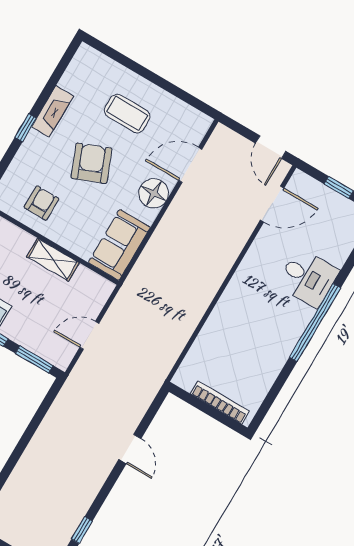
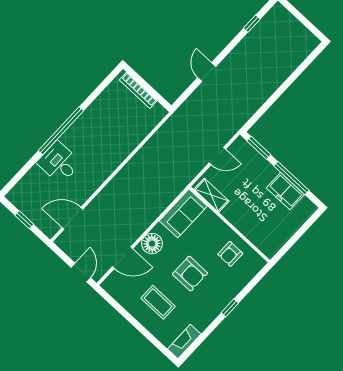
fireplace: (53, 111) -> (184, 341), moved
door: (271, 147) -> (81, 273), moved
armchair: (92, 163) -> (190, 274), turned -68
shelving: (53, 260) -> (211, 195), moved

